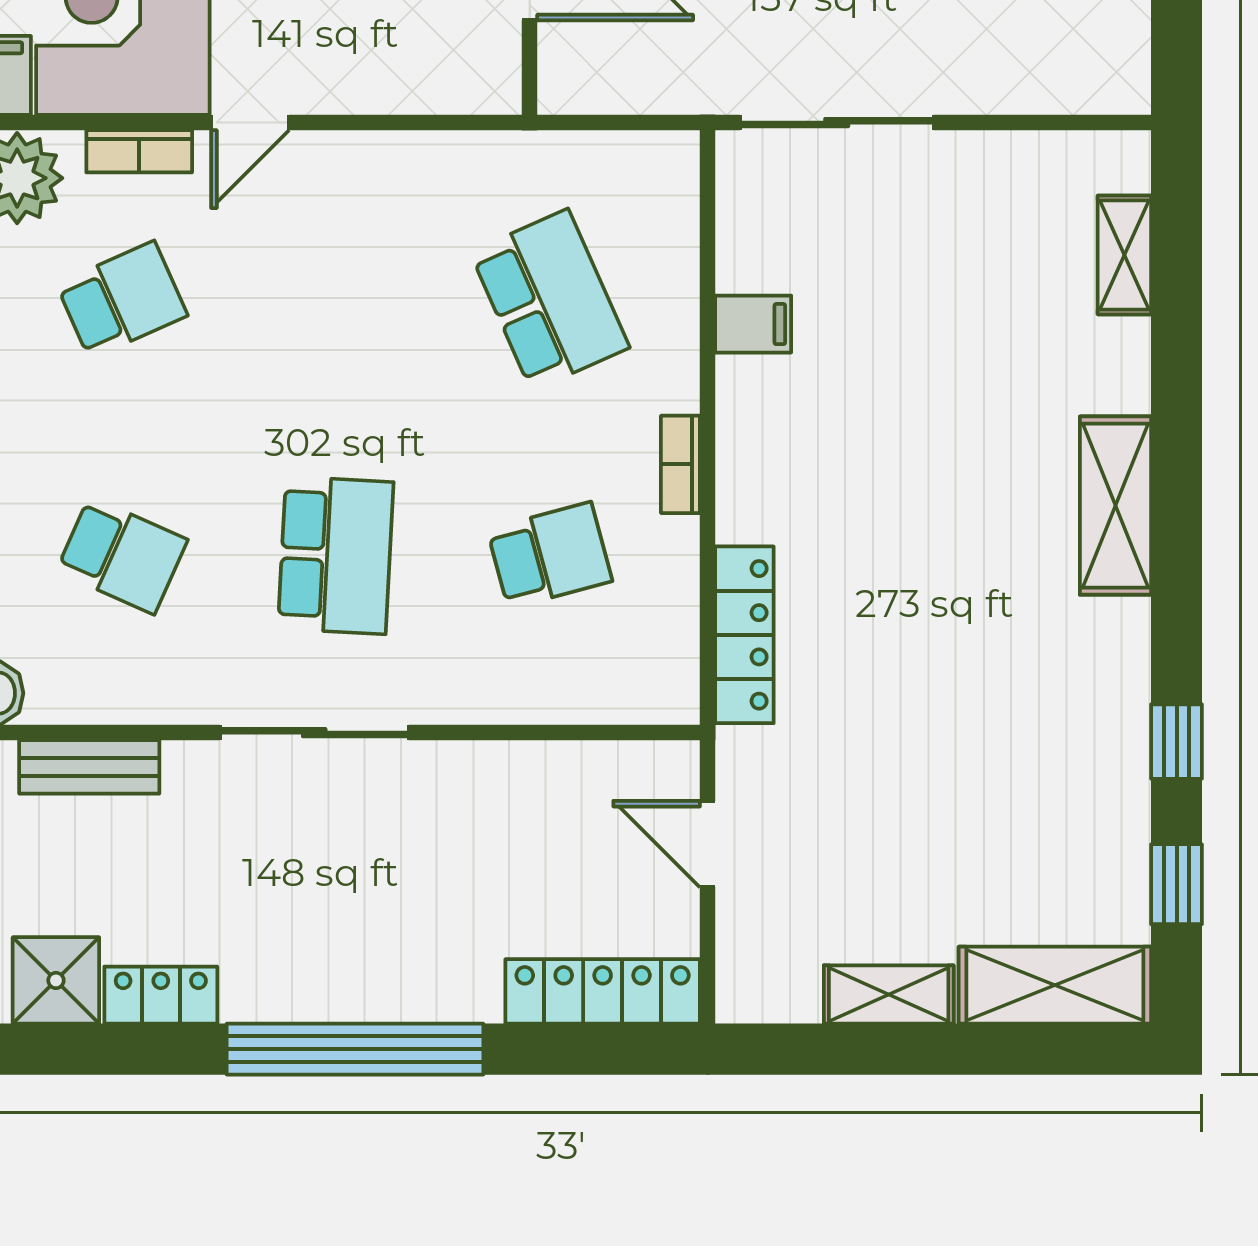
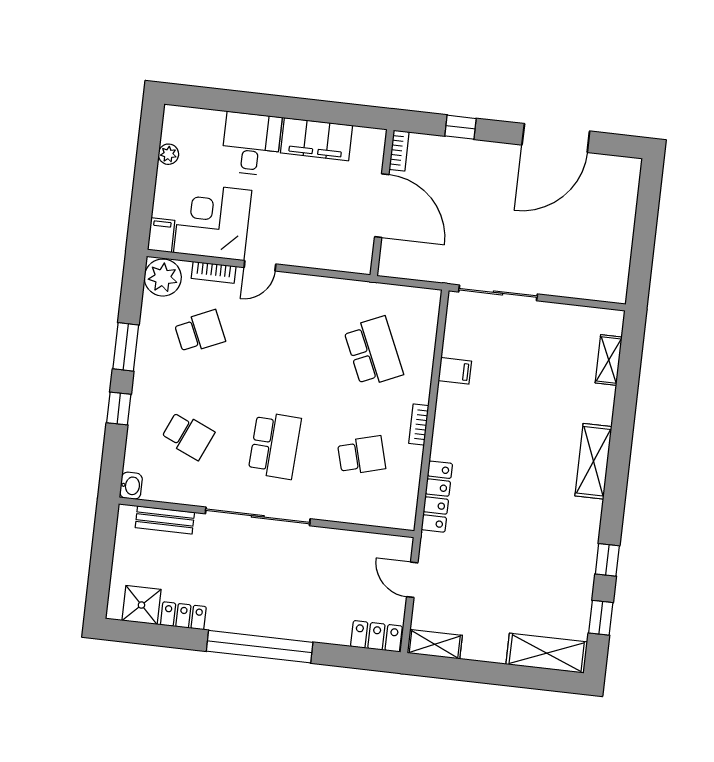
sliding door: (314, 733) -> (258, 516), width x1.36
locker: (603, 991) -> (376, 636), width x0.66
shelving: (889, 994) -> (435, 644), moved

